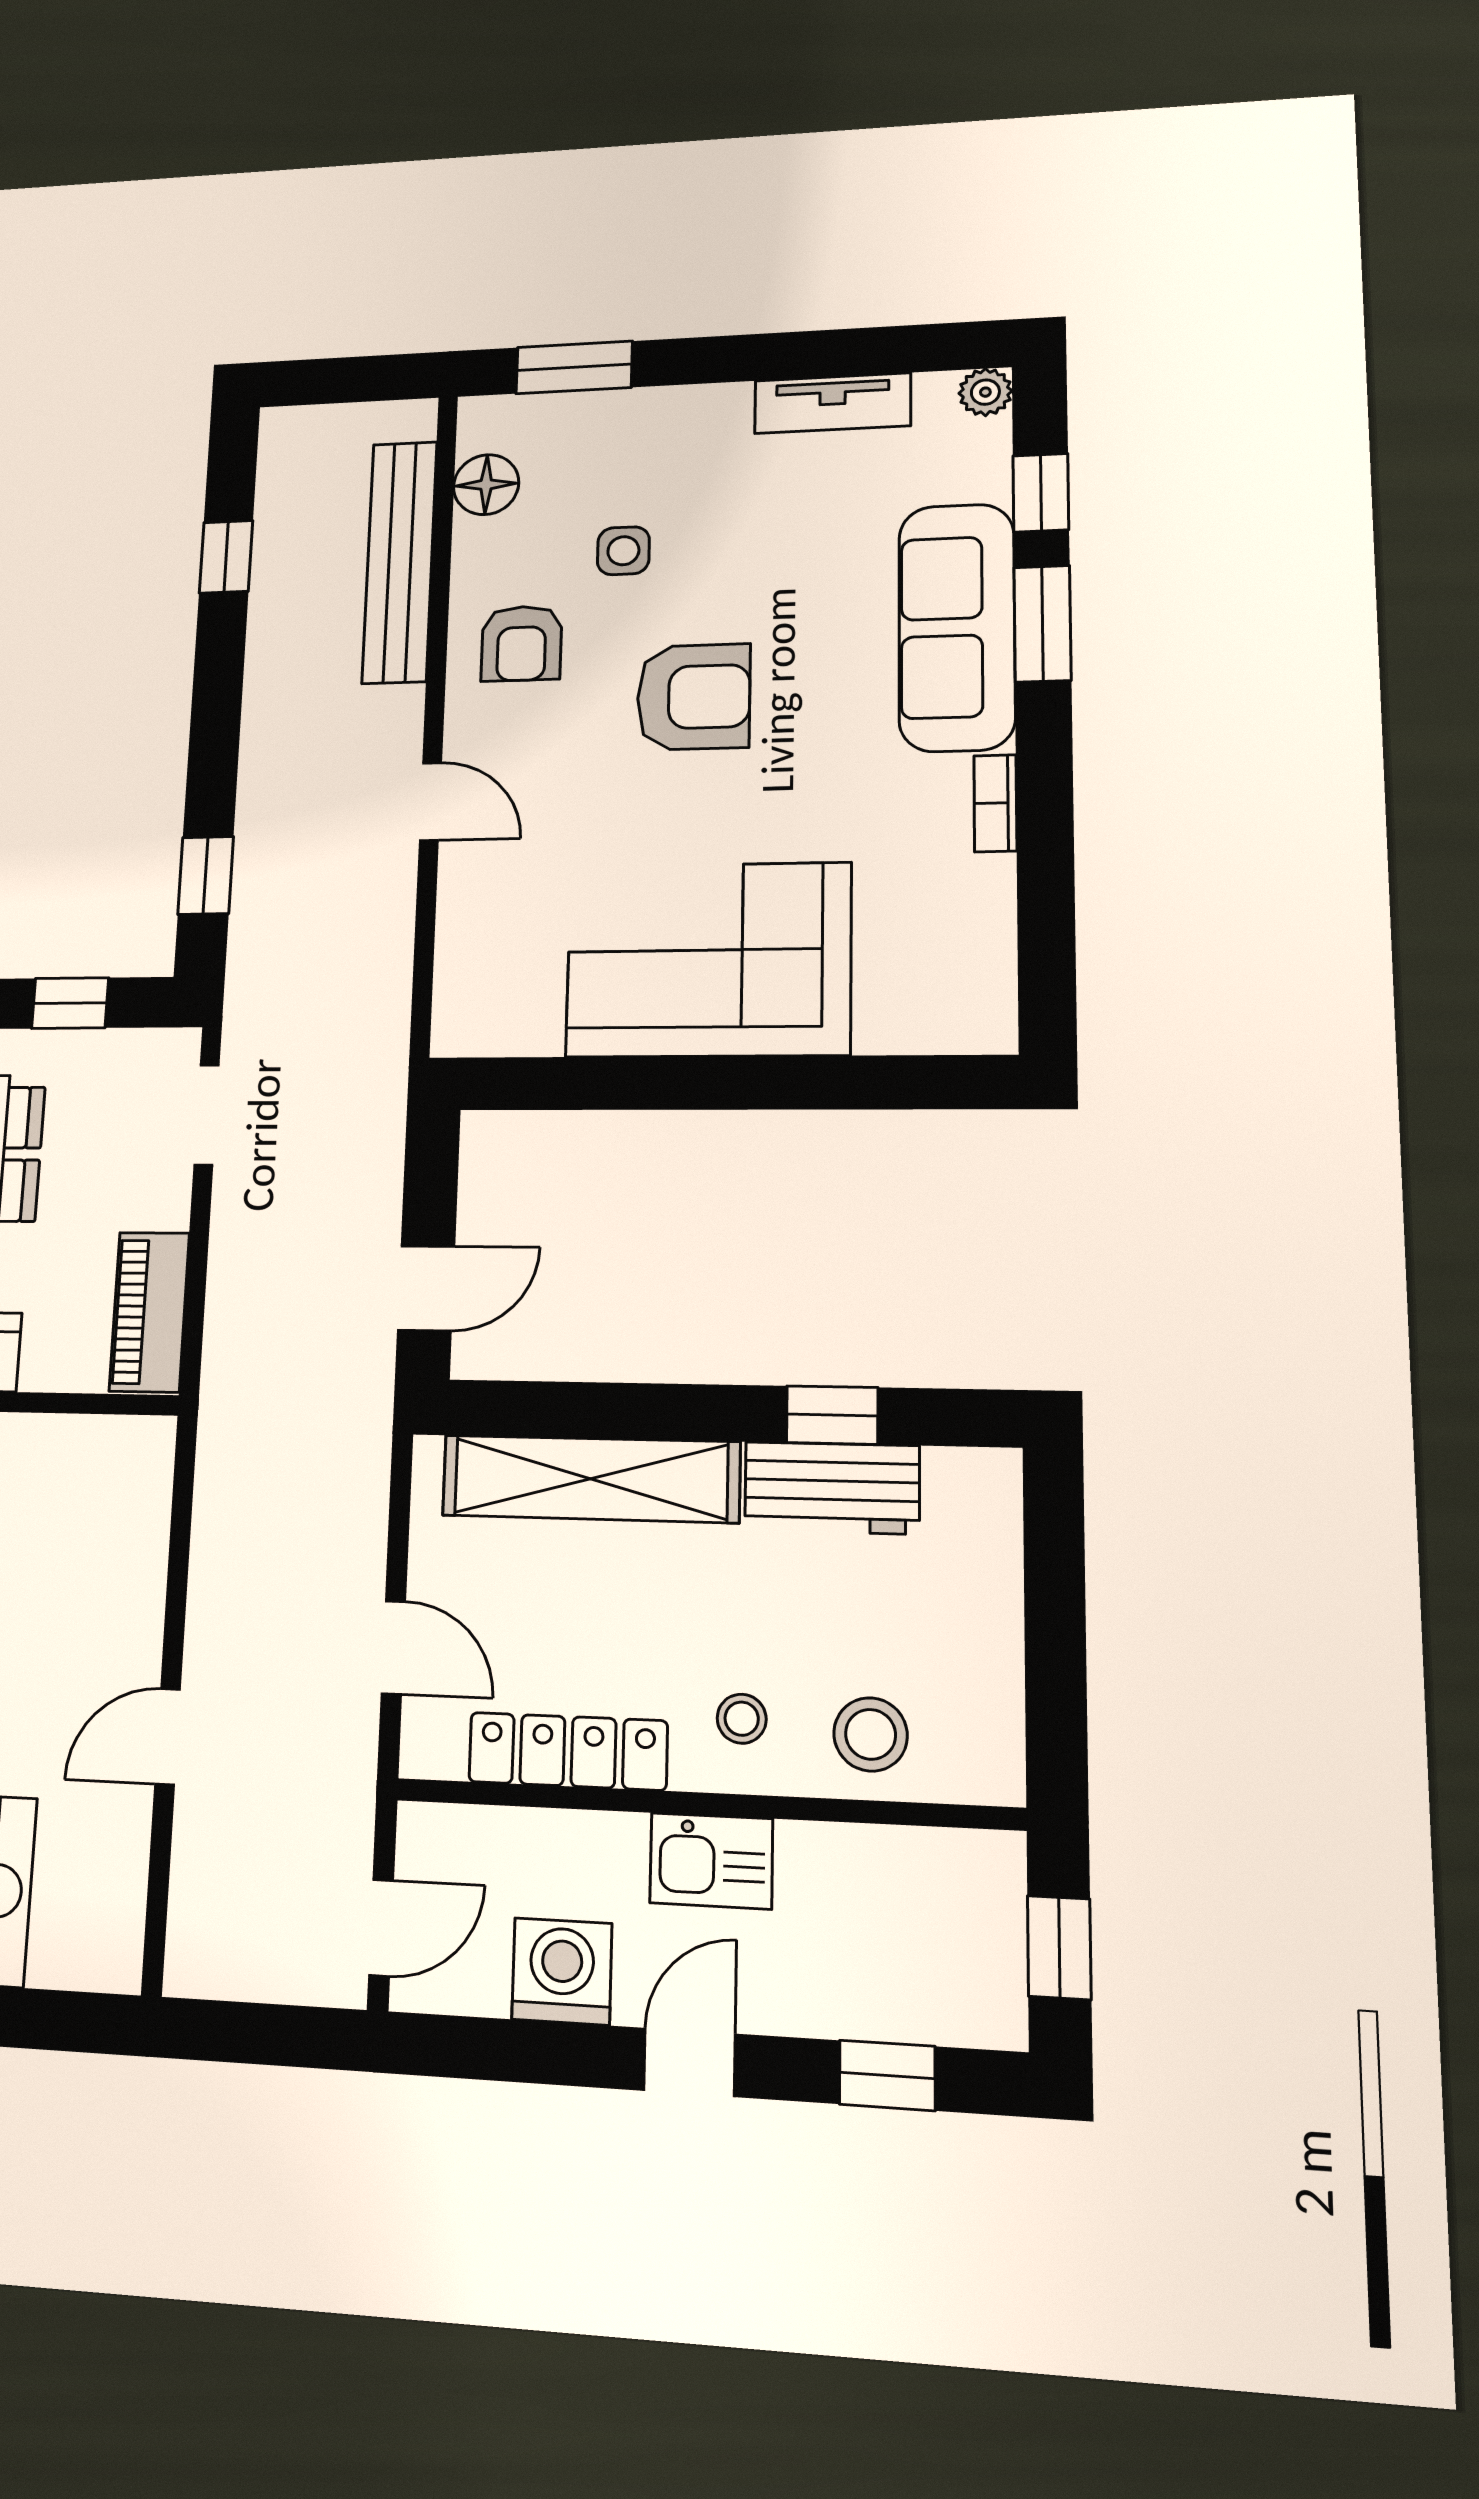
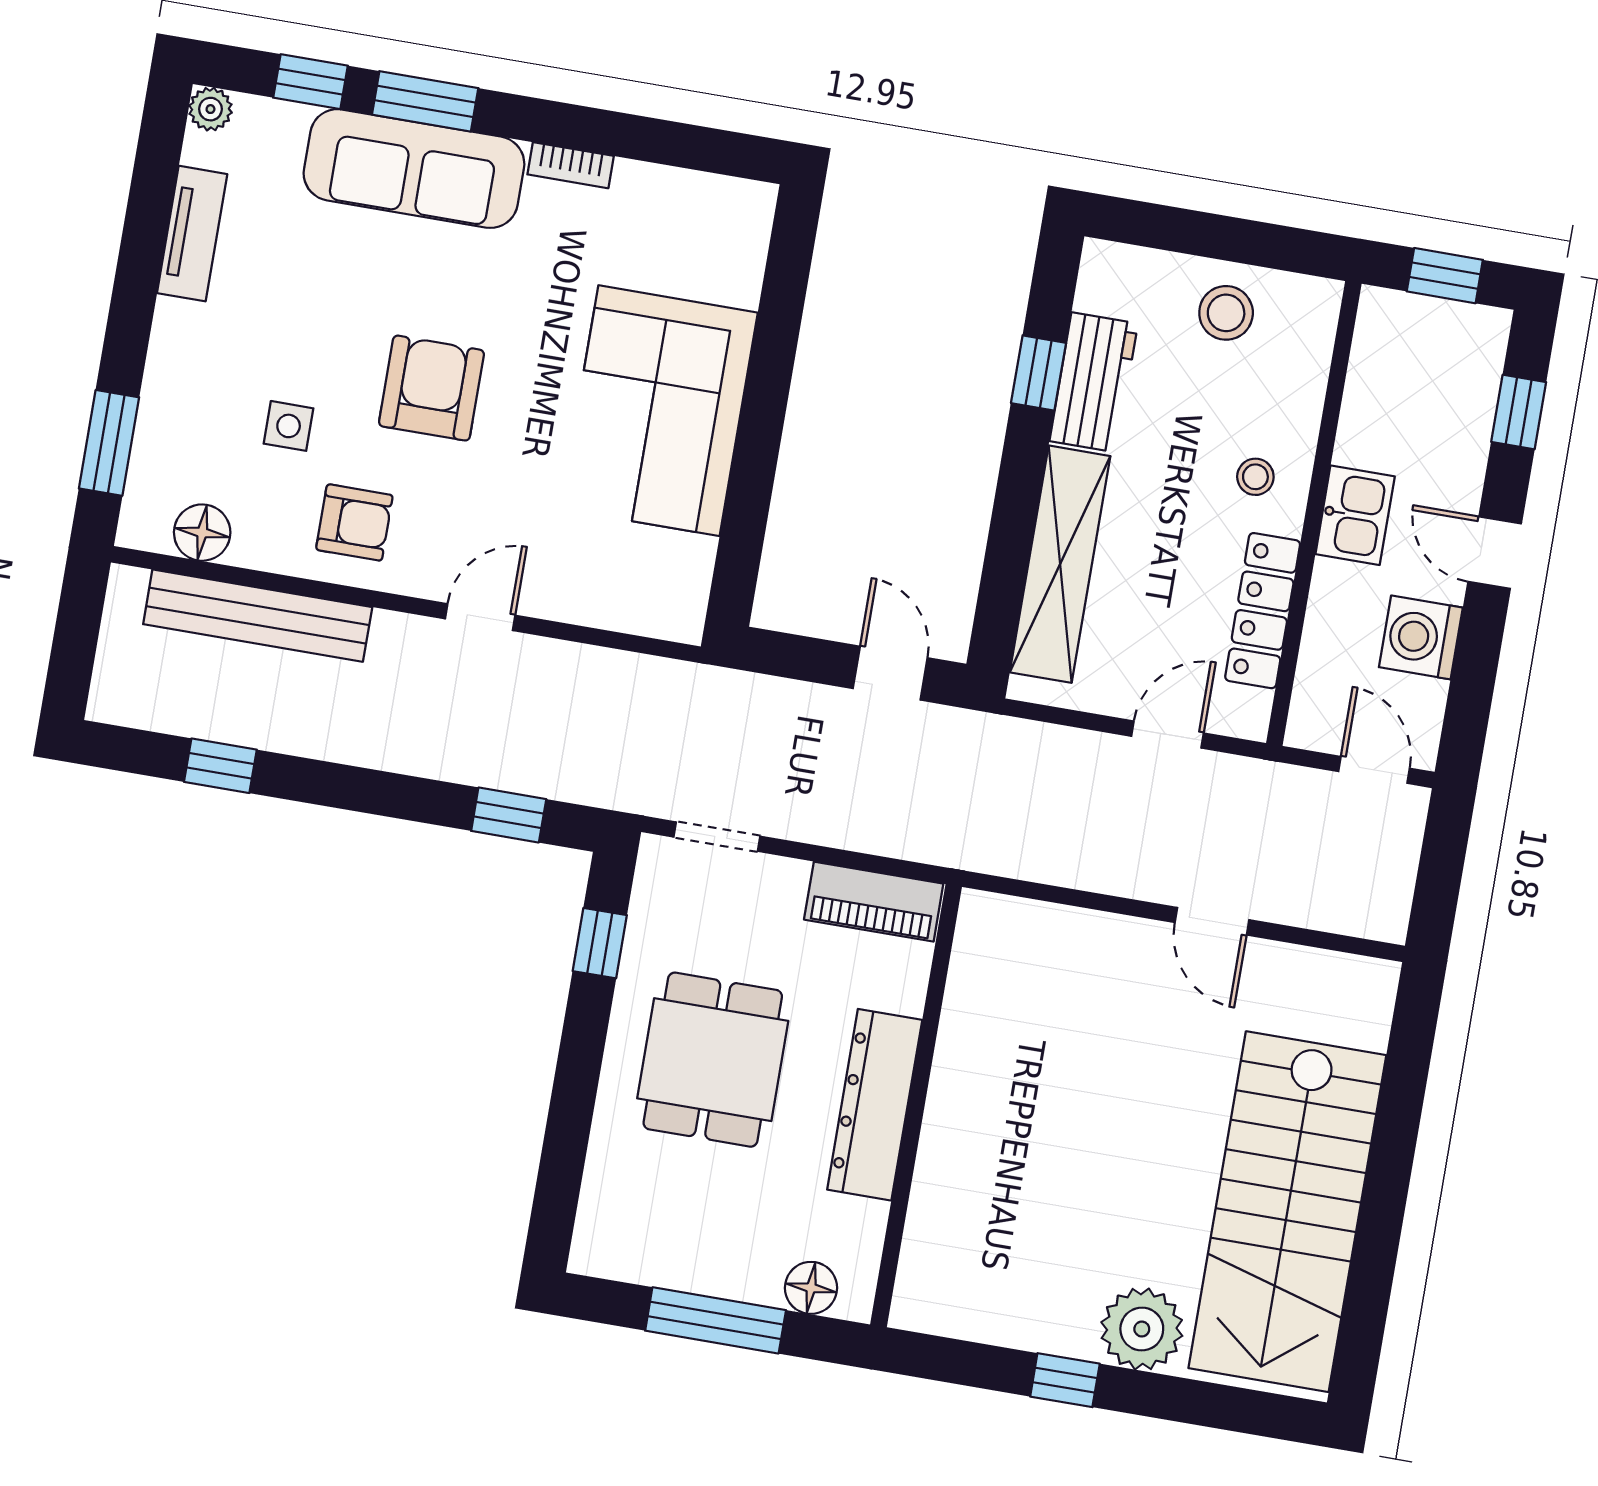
stool: (871, 1734) -> (1226, 313), moved

